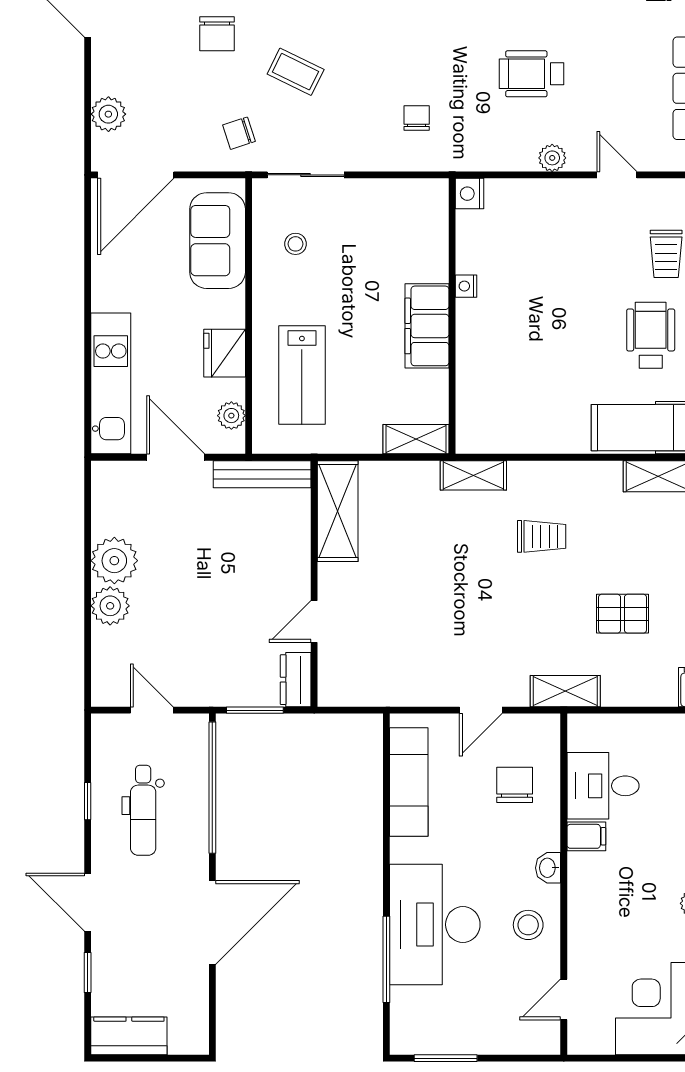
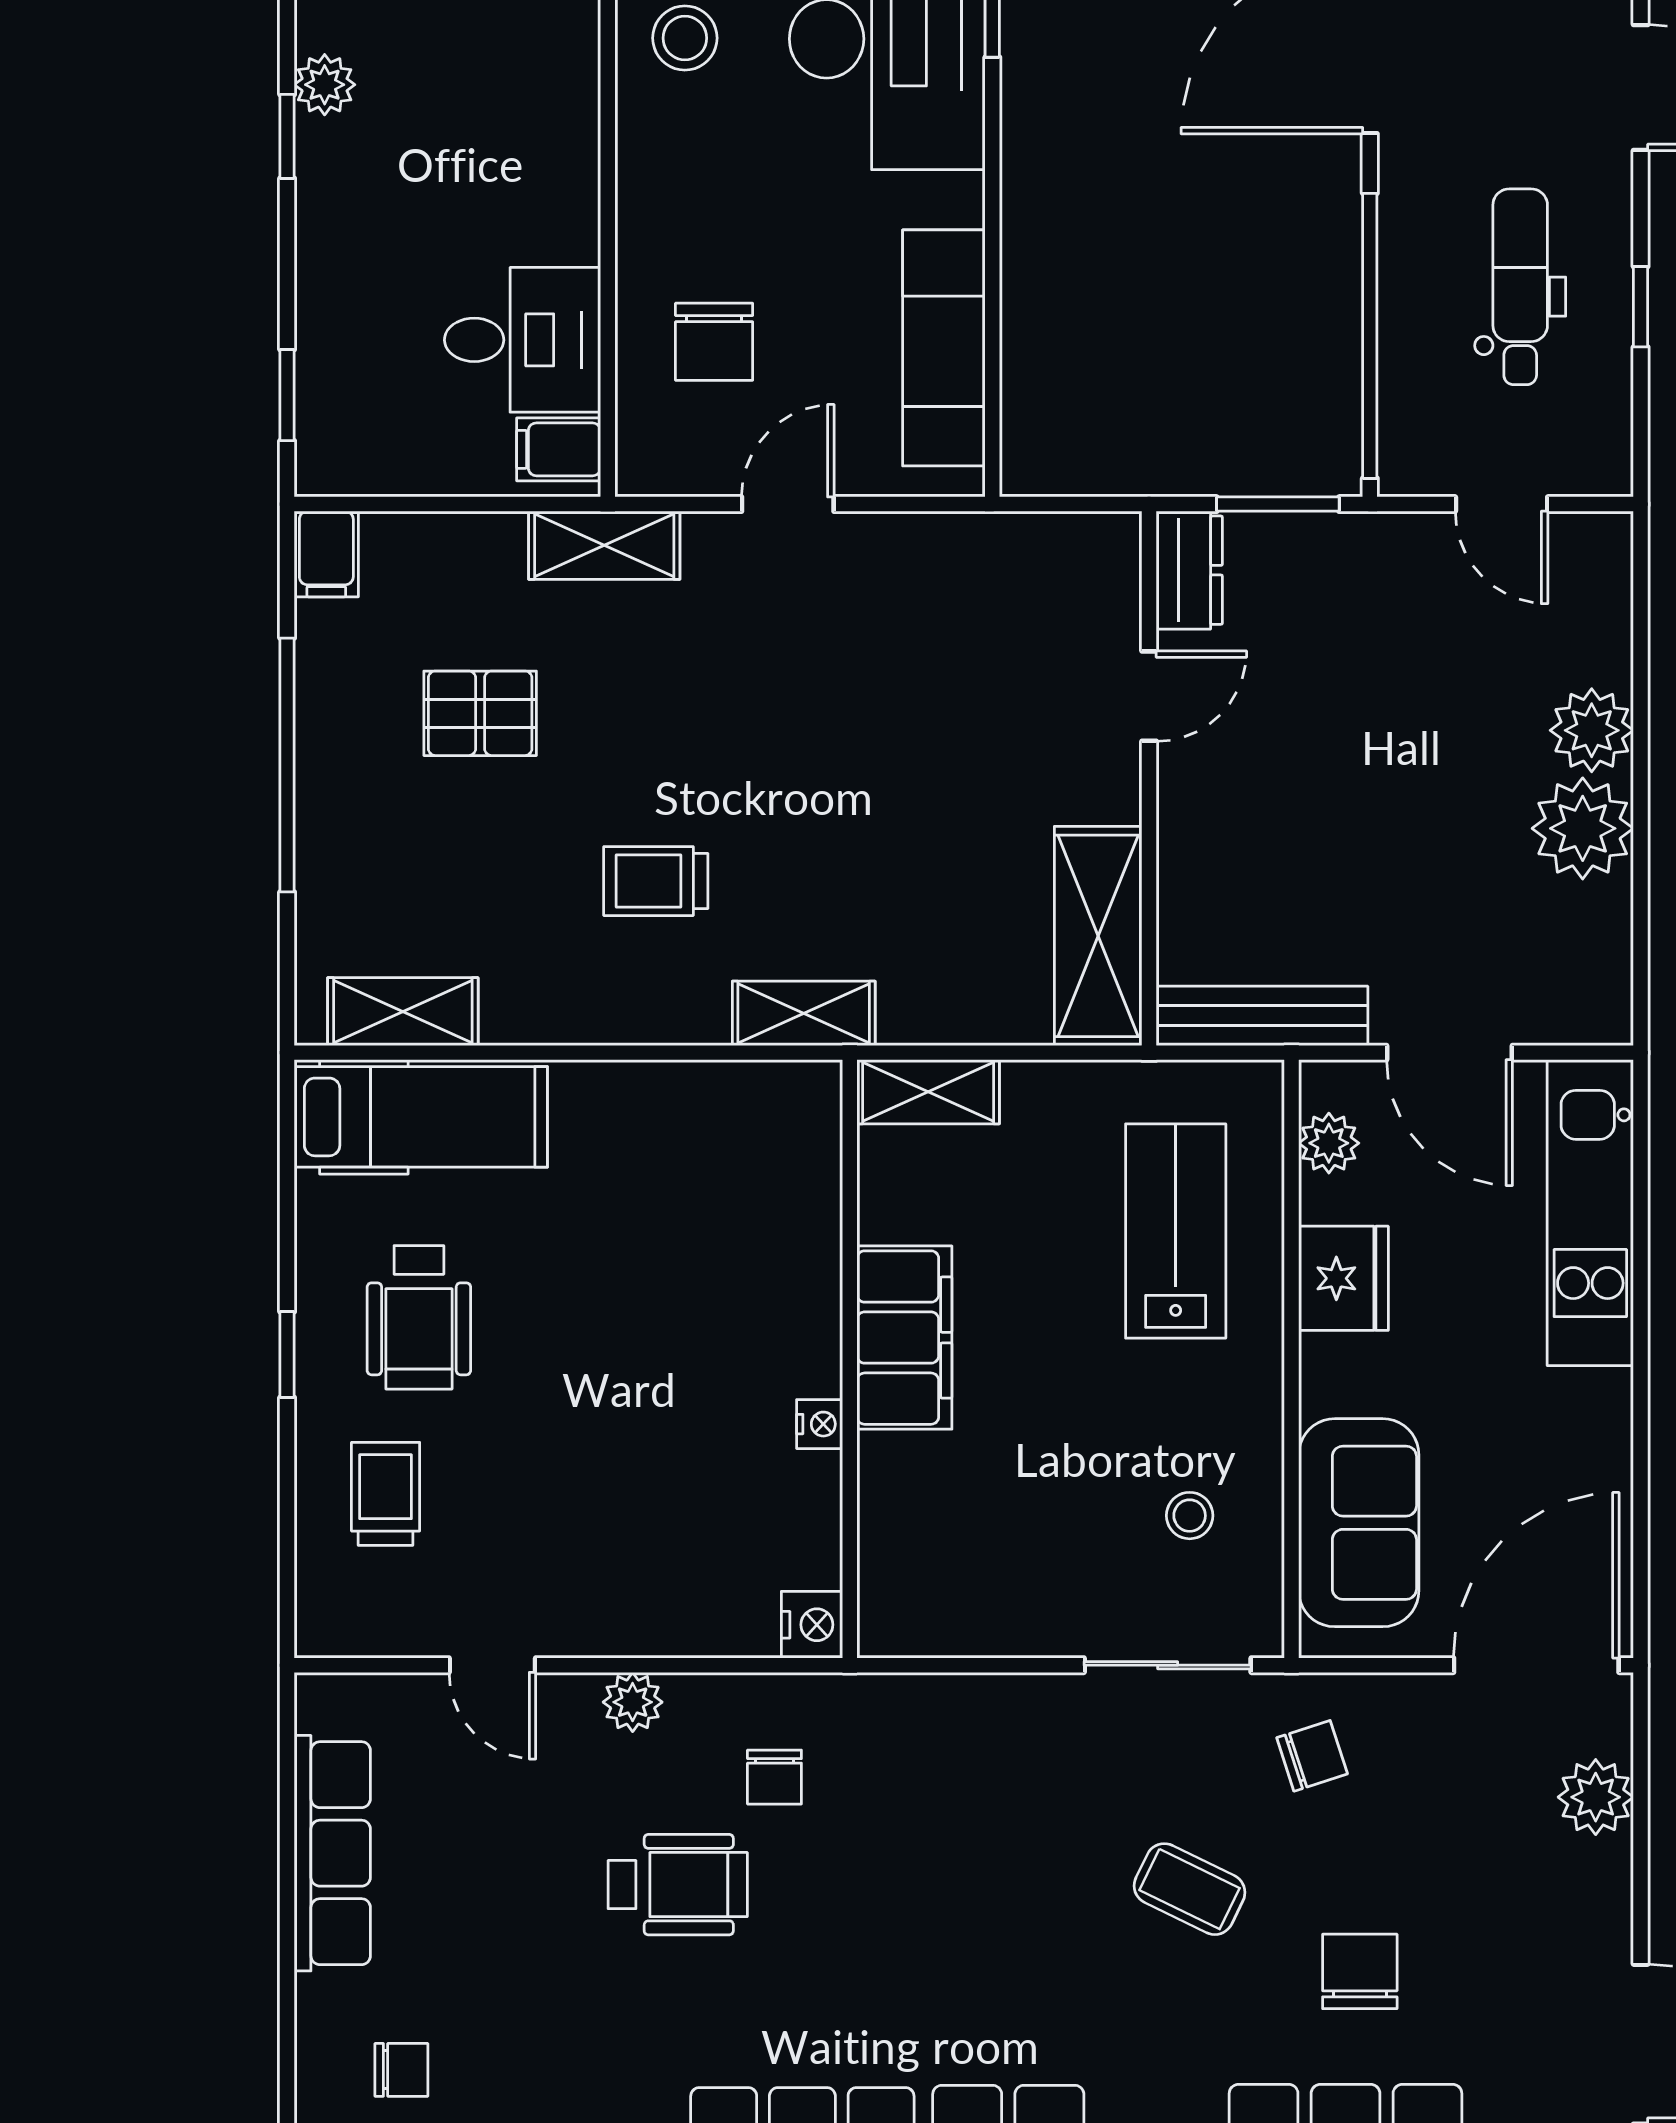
chair: (417, 118) -> (774, 1777), moved
filing cabinet: (586, 836) -> (559, 449), moved
washbasin: (548, 868) -> (642, 162), removed

